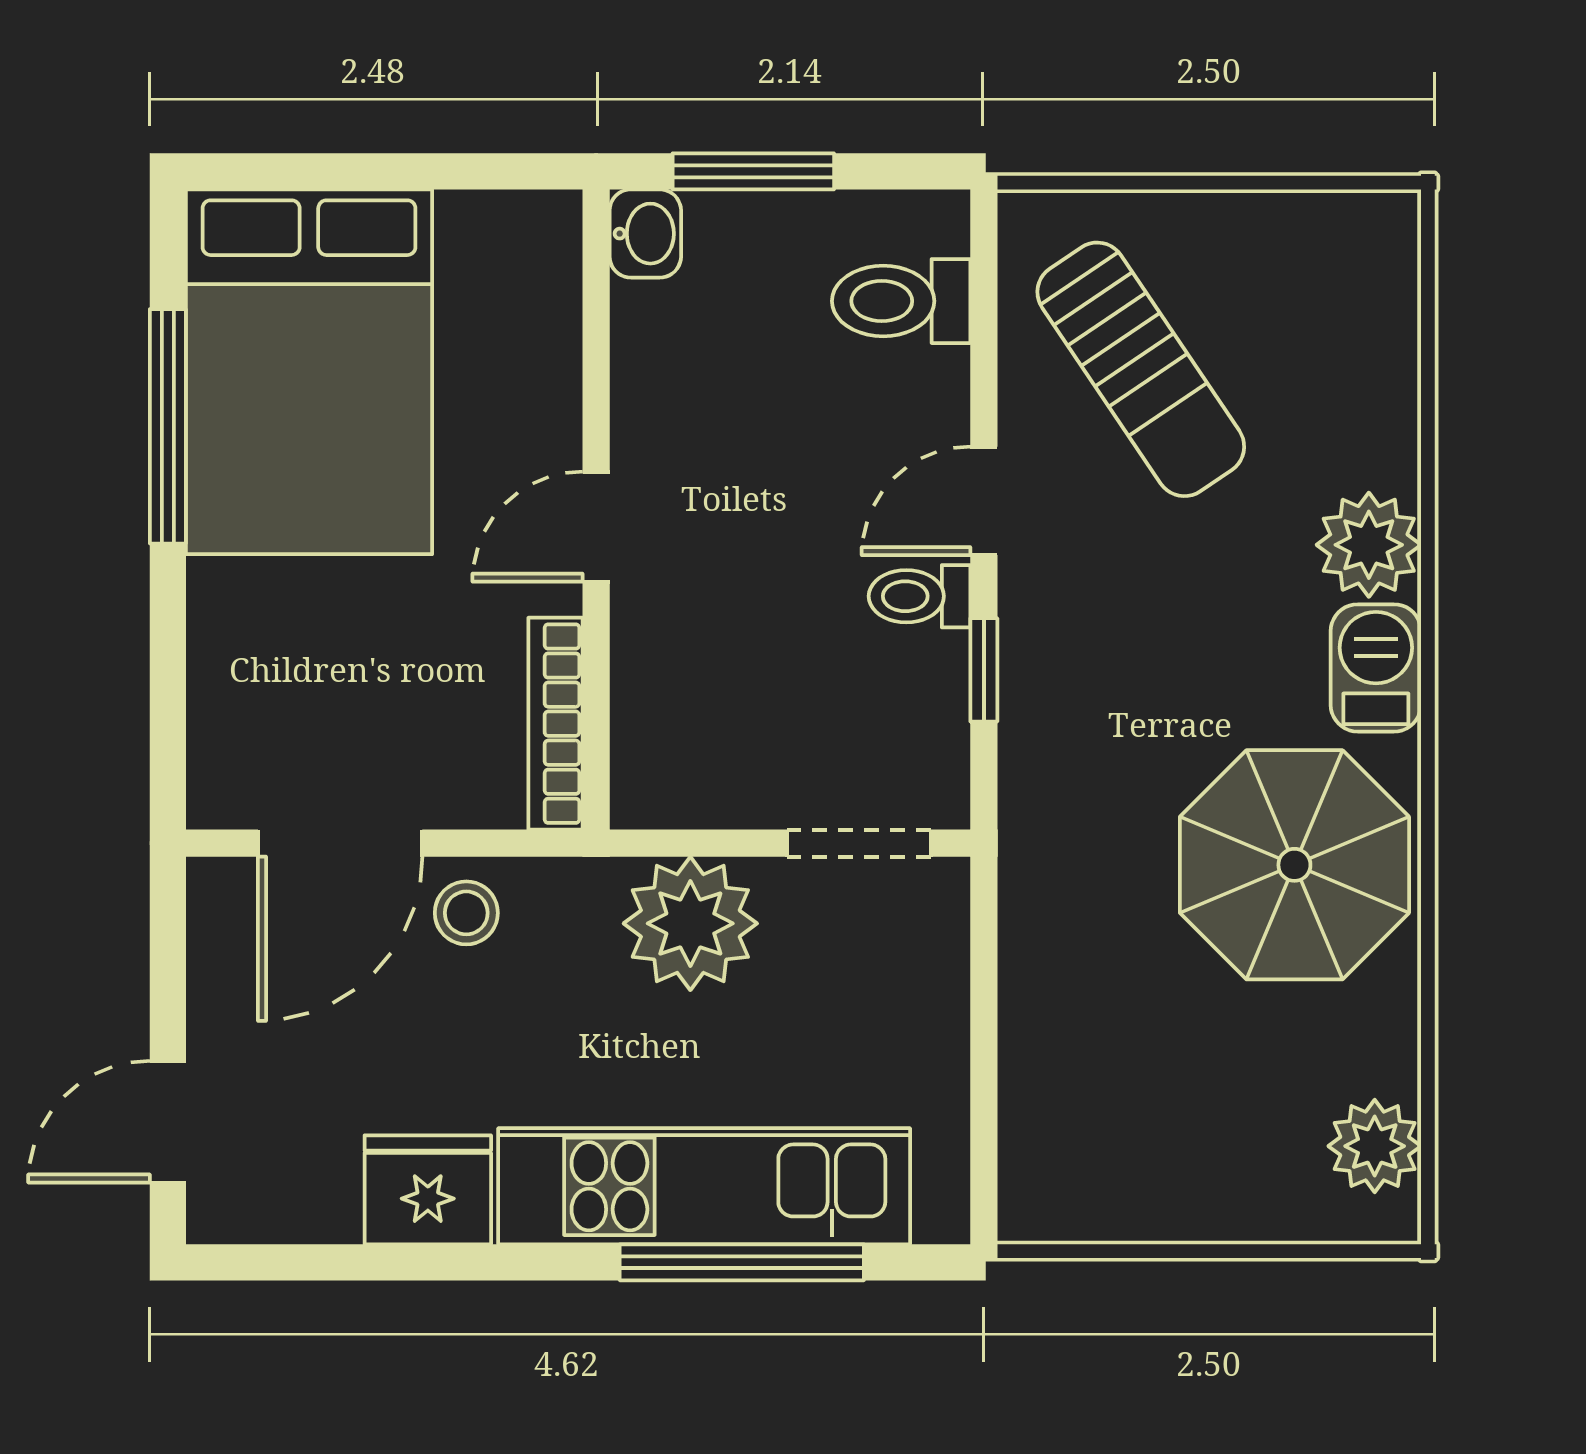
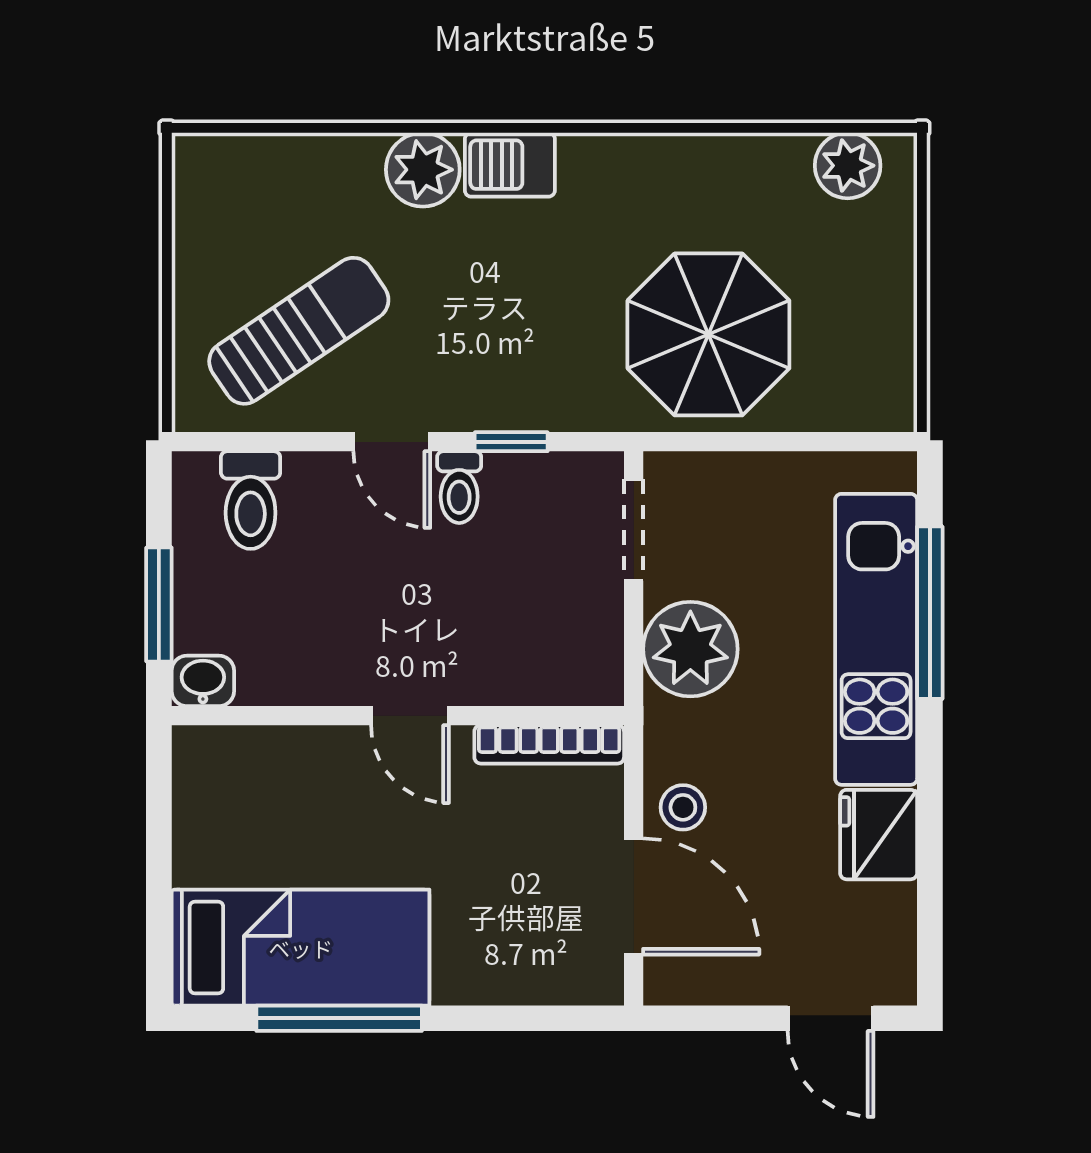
bed: (309, 372) -> (301, 948), width x0.67
parasol: (1294, 865) -> (708, 334), moved

